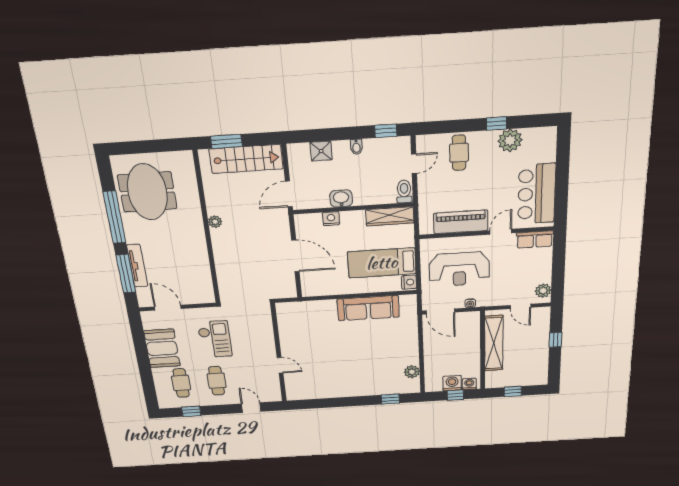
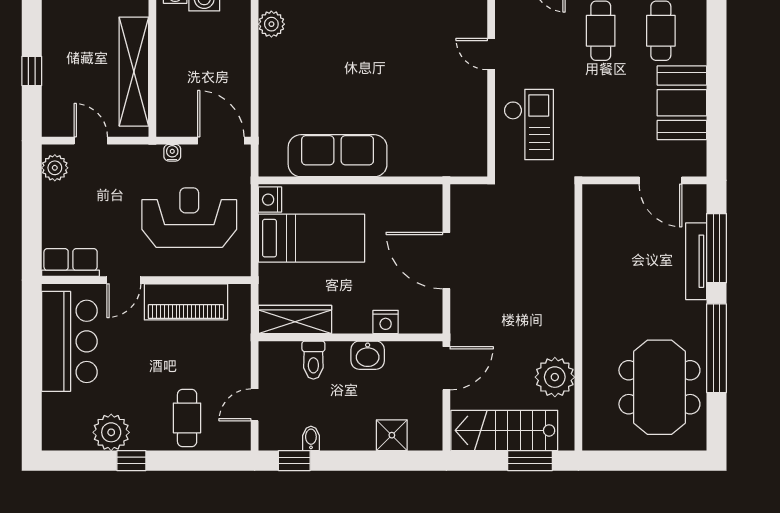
bidet: (356, 147) -> (311, 438), moved
toilet: (404, 191) -> (313, 360), moved
plant: (215, 222) -> (555, 377), moved, width x1.88, depth x1.88
checkout: (215, 339) -> (529, 124), moved, turned 180

